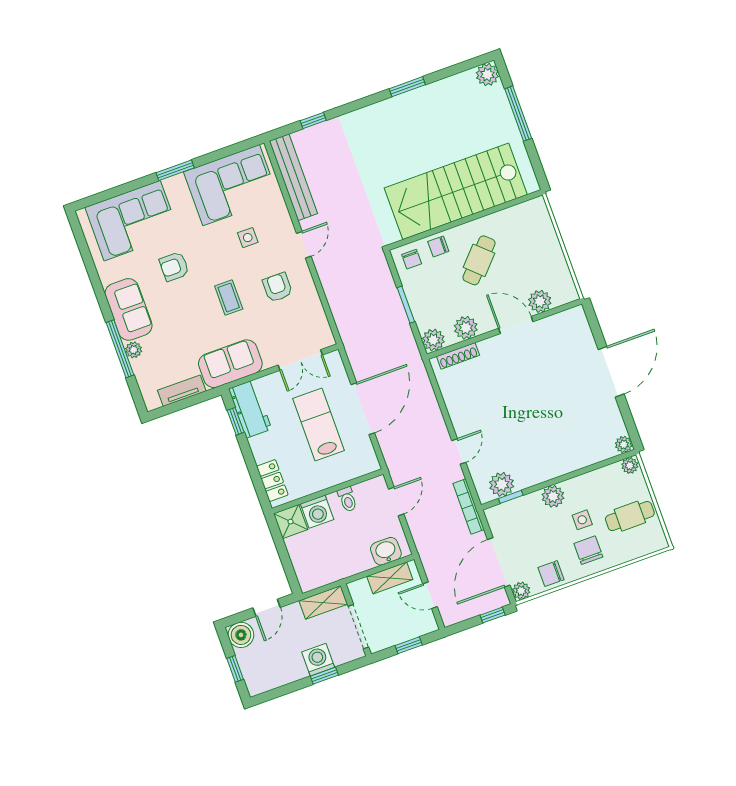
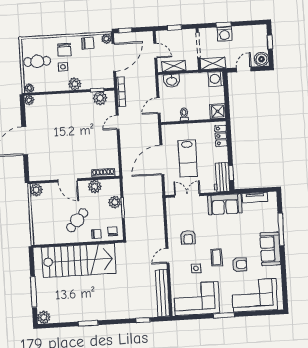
coffee table: (229, 297) -> (217, 257), moved
plant: (540, 301) -> (36, 190), moved
plant: (433, 340) -> (115, 202), moved
plant: (134, 350) -> (274, 227), removed
washing machine: (317, 512) -> (216, 79), moved, turned -90

